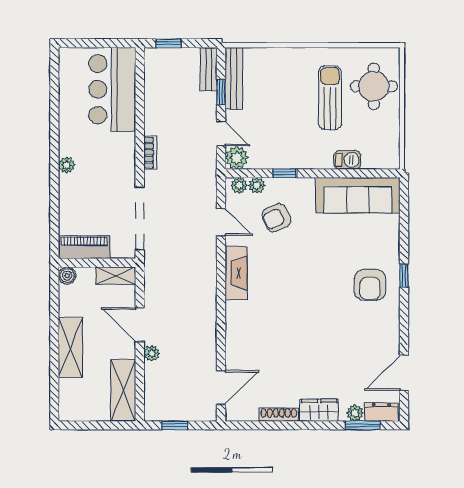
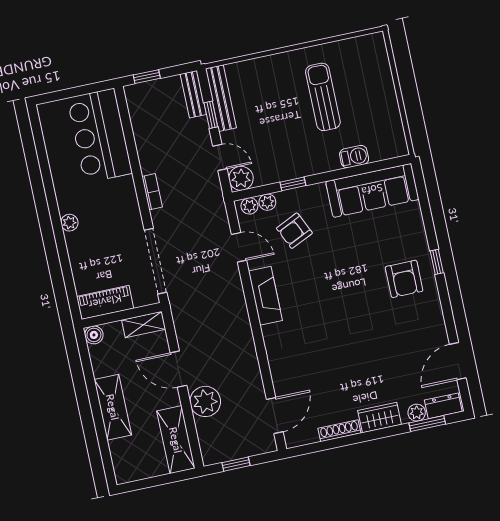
round table: (374, 86) -> (365, 76), removed
plant: (152, 354) -> (205, 401), width x1.88, depth x1.88

